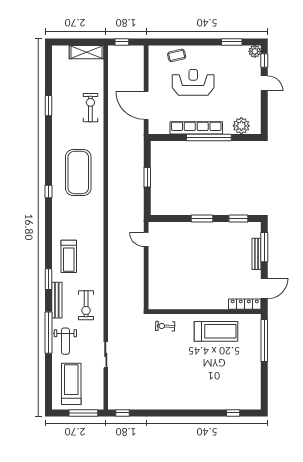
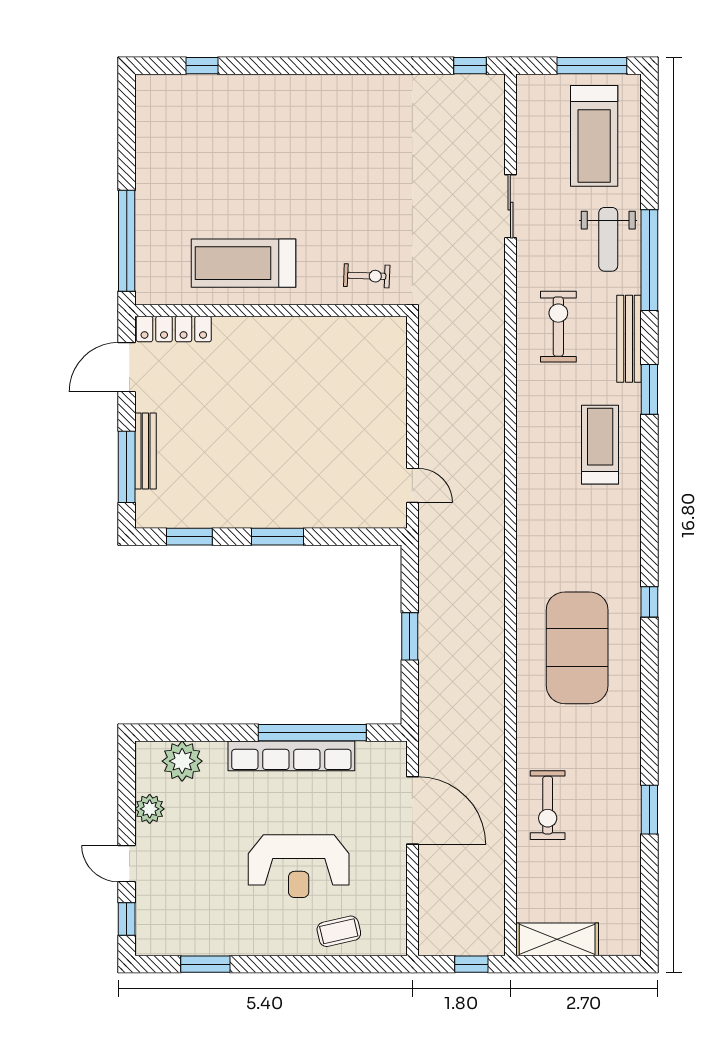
plant: (255, 51) -> (150, 809), moved
window: (209, 137) -> (312, 733), moved
weight bench: (65, 341) -> (608, 239), turned 180
window: (83, 413) -> (592, 66), moved

